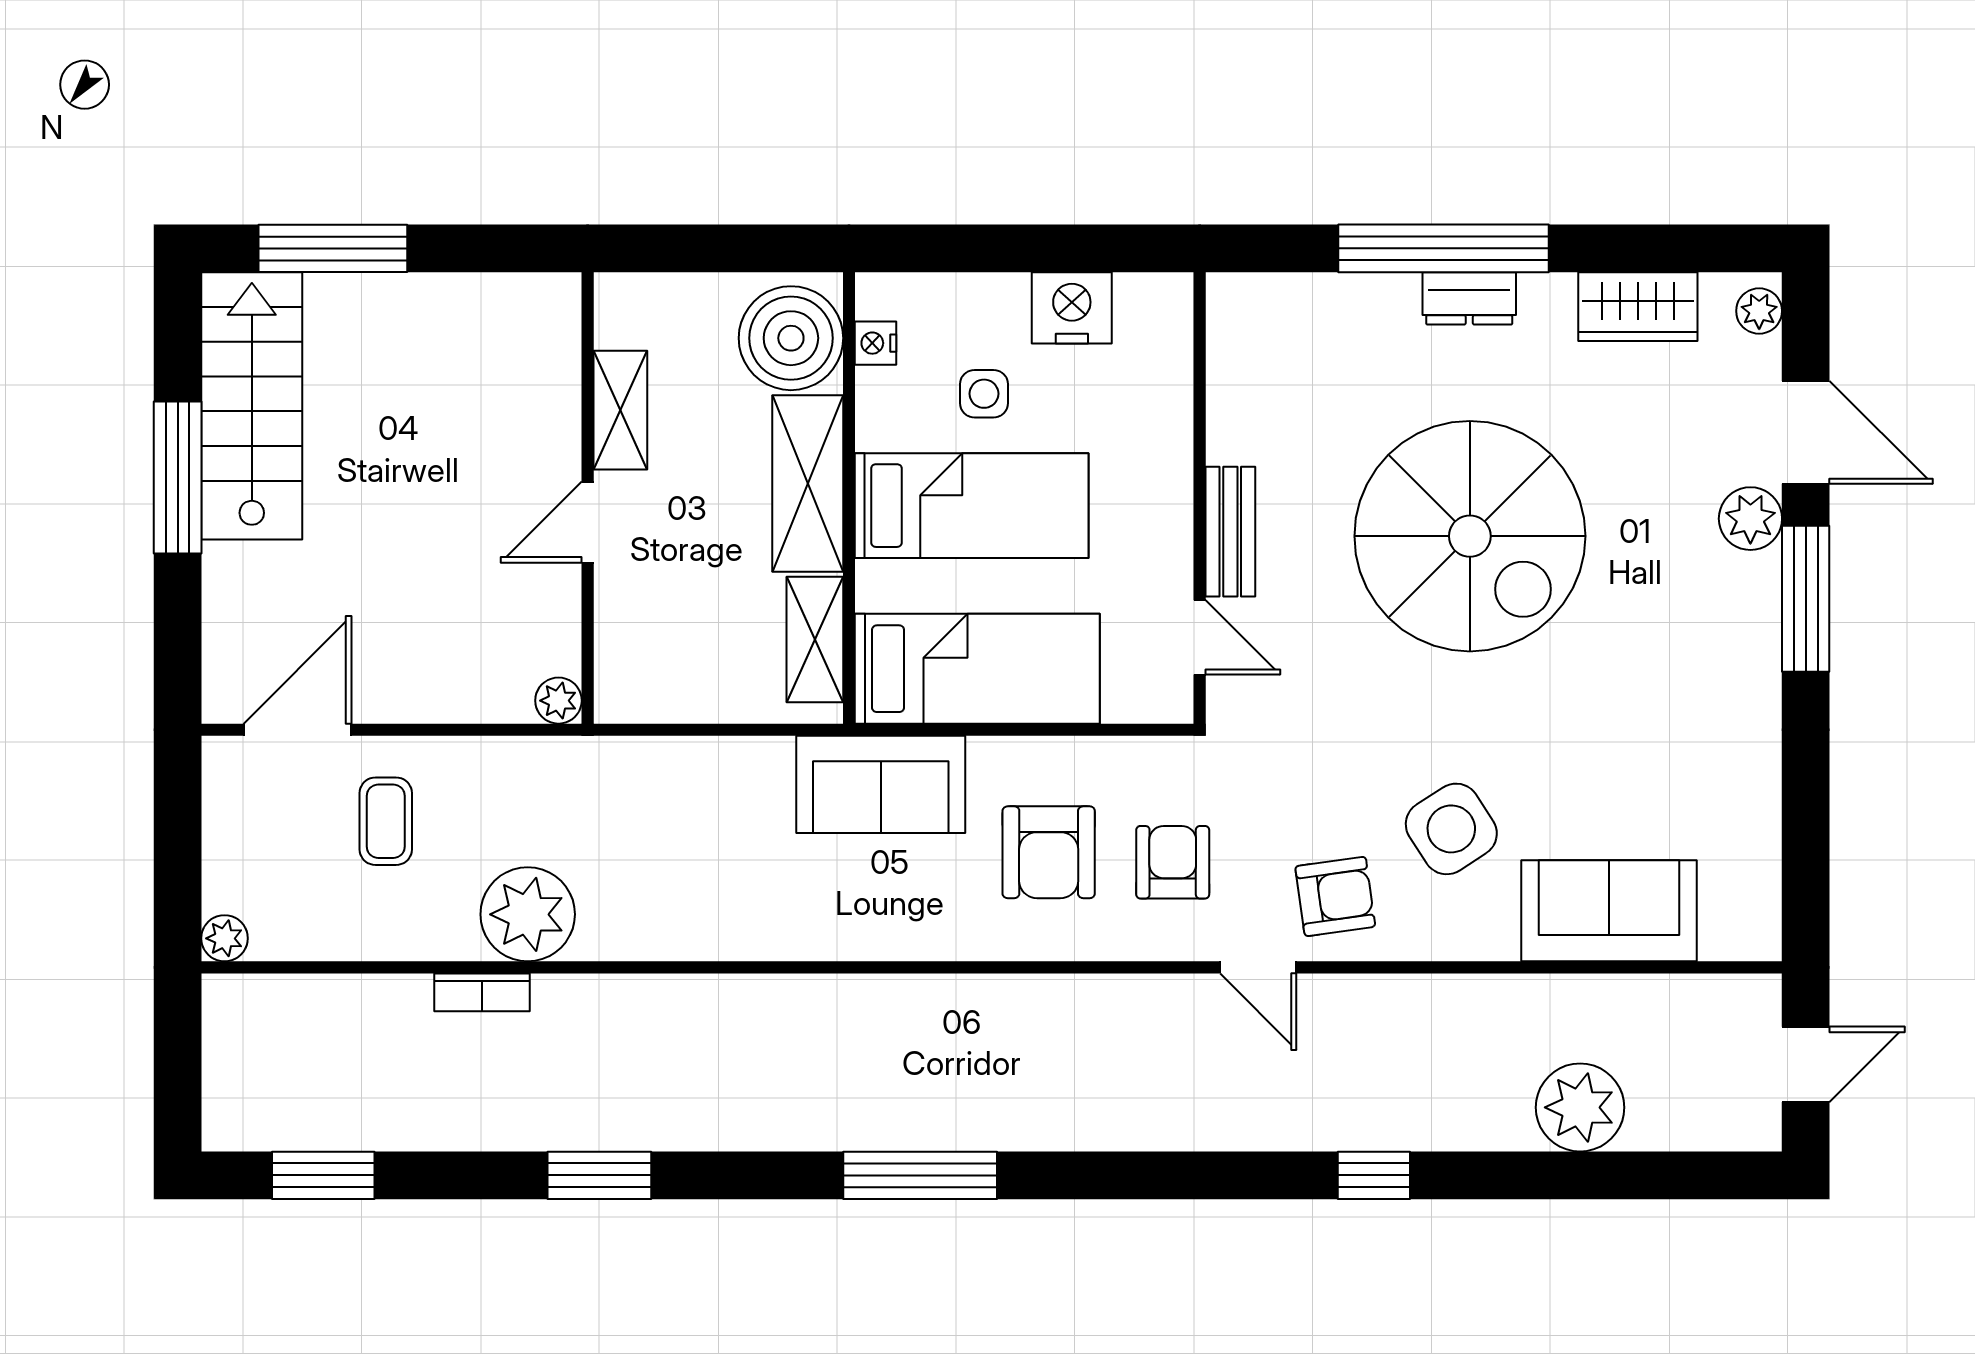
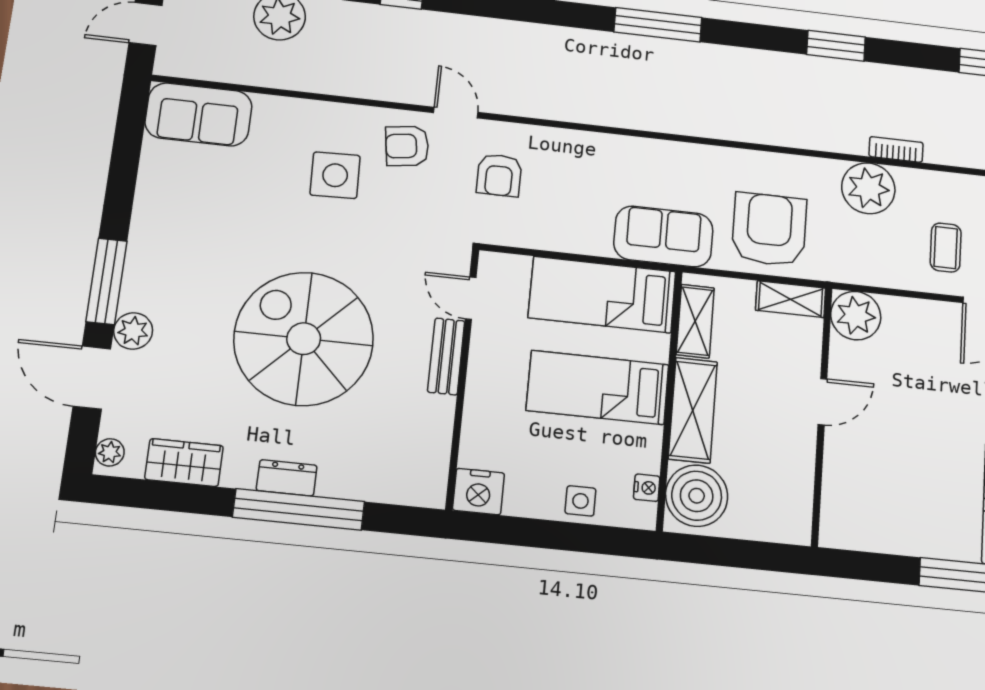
nightstand: (1072, 308) -> (479, 492), moved
side table: (984, 394) -> (580, 501), moved
shelving: (620, 410) -> (791, 299), moved, turned 90
plant: (558, 701) -> (856, 316), width x1.87, depth x1.87
side table: (1451, 829) -> (335, 175), turned 31
armchair: (1049, 852) -> (769, 229), moved, width x1.36, depth x1.36
sofa: (1609, 911) -> (199, 114), moved

